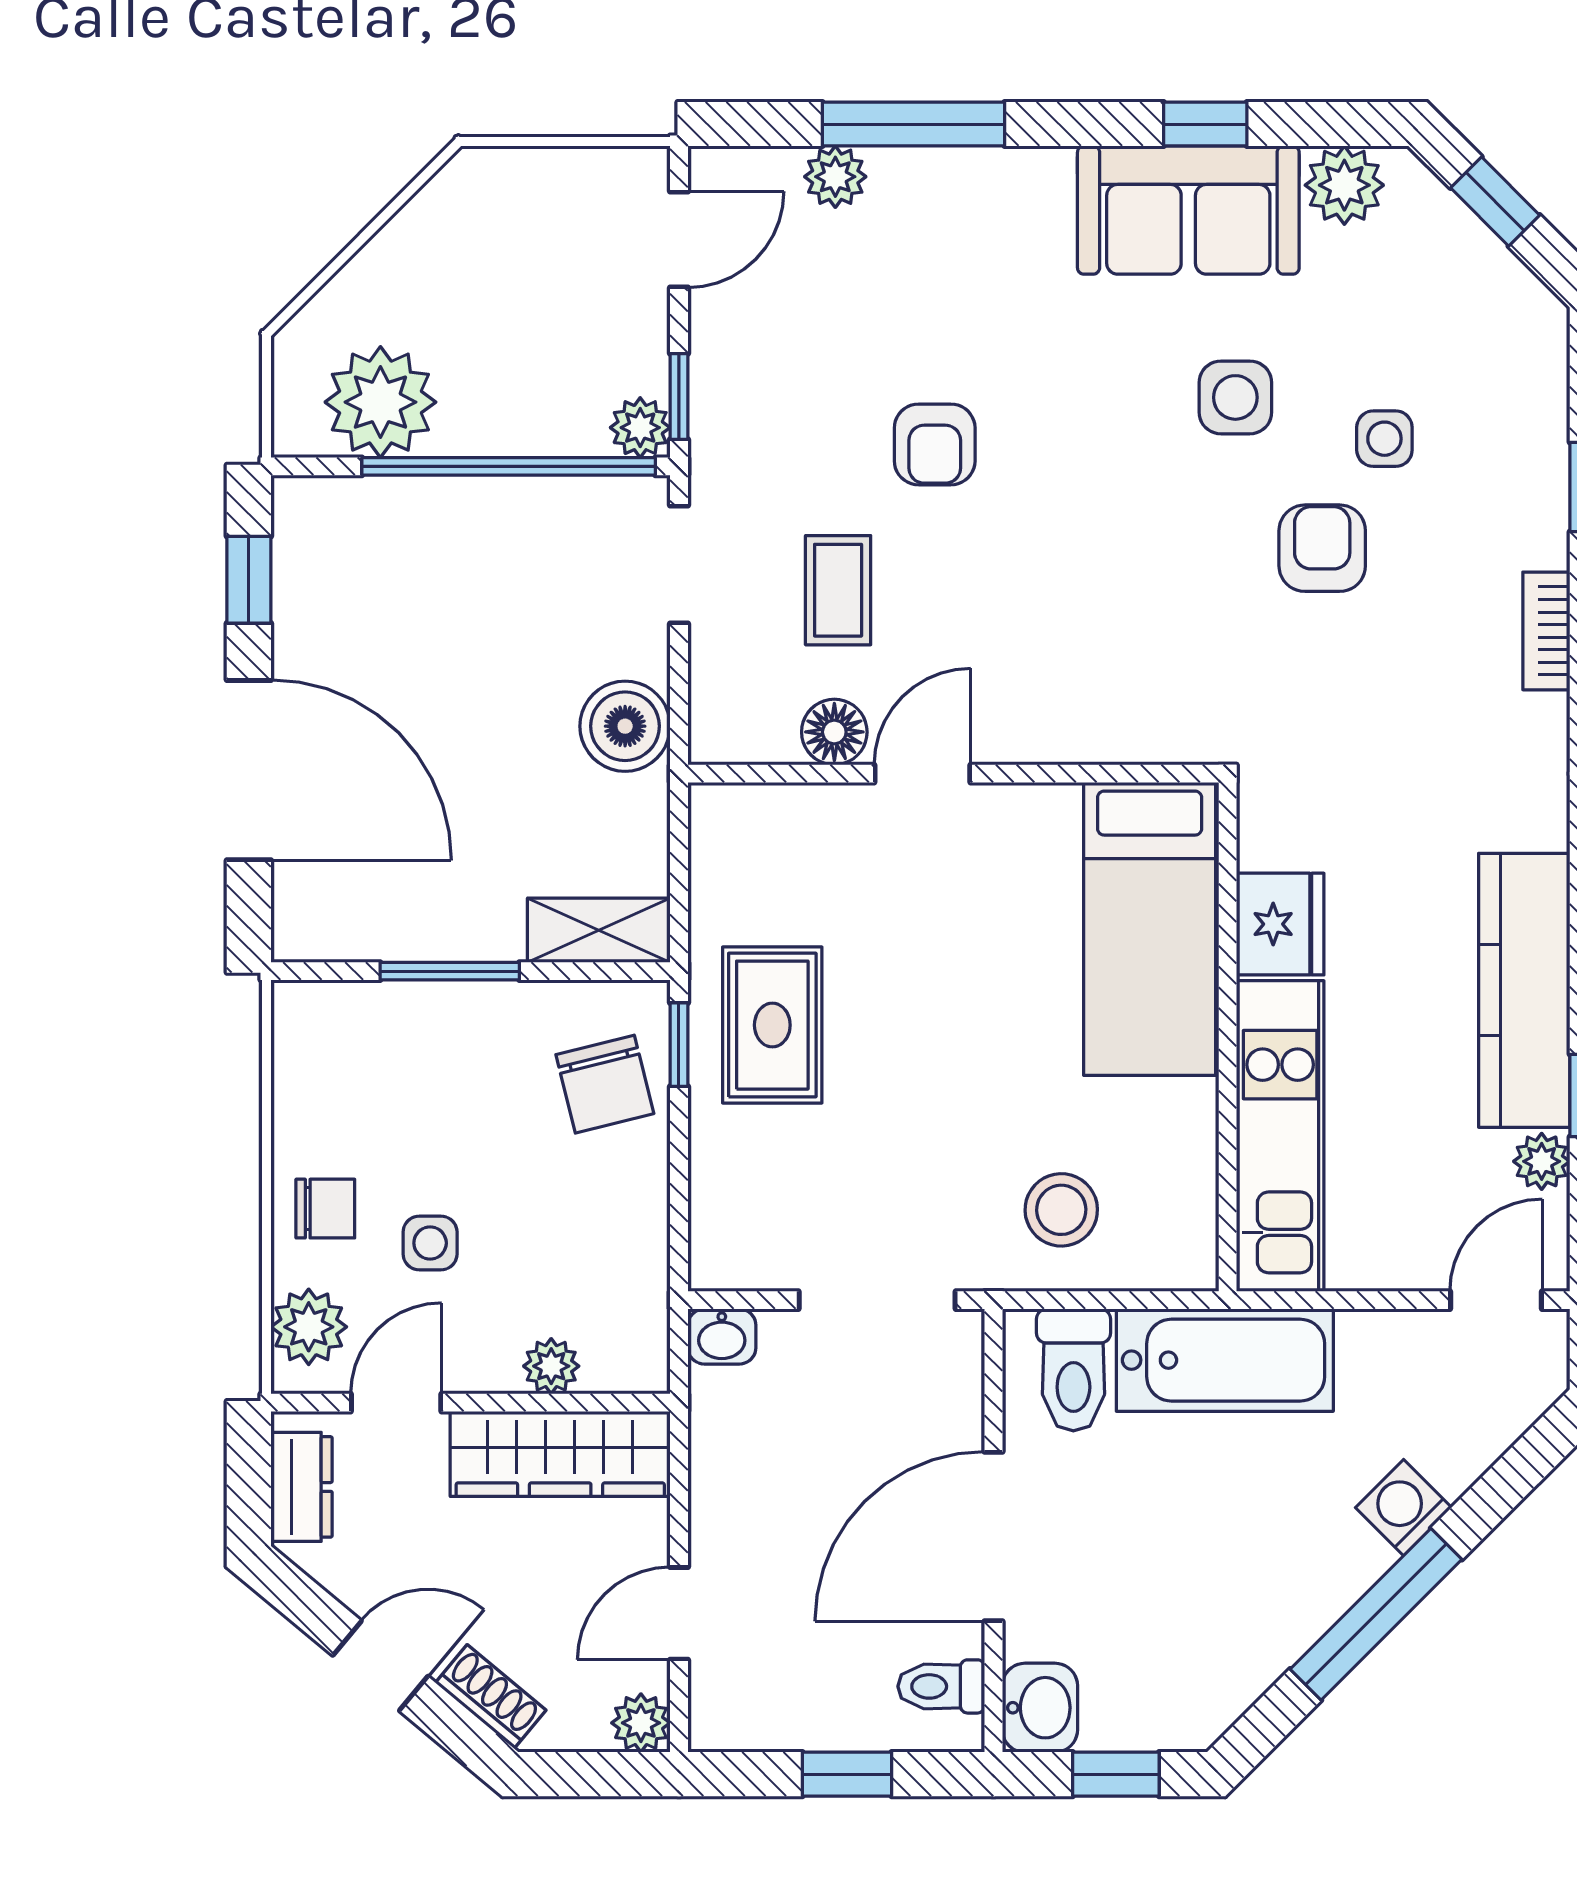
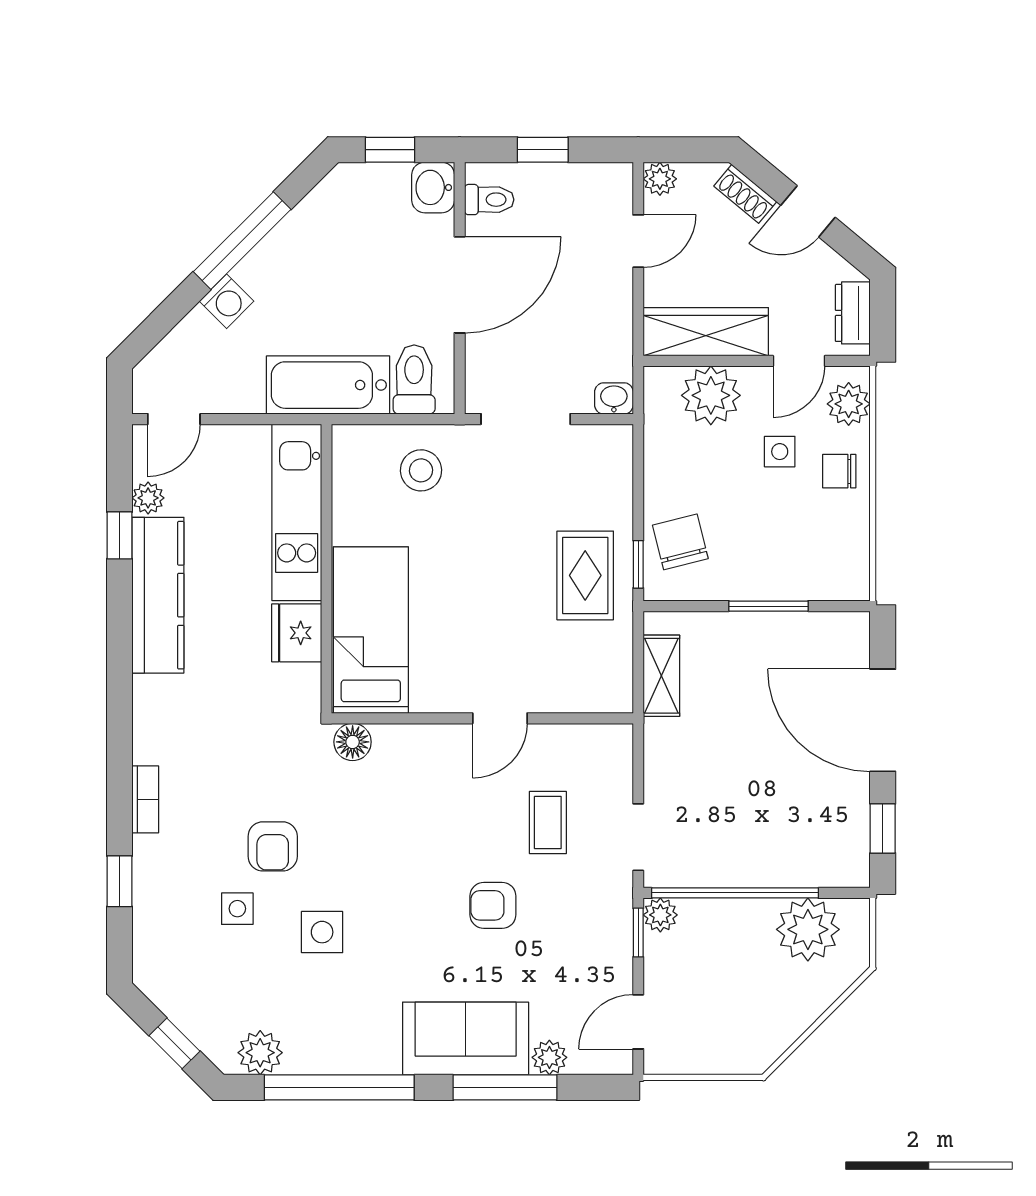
window: (1205, 124) -> (339, 1087), width x3.17
sofa: (1188, 210) -> (466, 1039), moved
armchair: (935, 444) -> (493, 905), turned -90
boiler: (625, 726) -> (669, 745), removed
floor lamp: (834, 732) -> (353, 742), moved
shelving: (599, 930) -> (661, 676), moved, turned 90
plant: (551, 1366) -> (711, 395), width x1.87, depth x1.87

